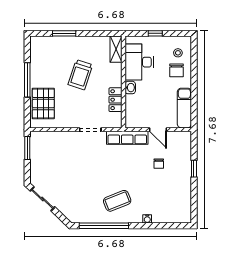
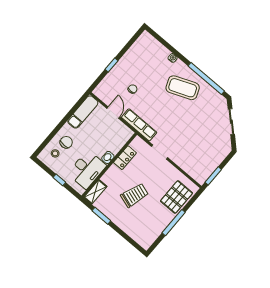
window: (64, 33) -> (101, 216), moved
sliding door: (42, 199) -> (231, 122), moved
coffee table: (117, 201) -> (183, 88), width x1.36, depth x1.32

